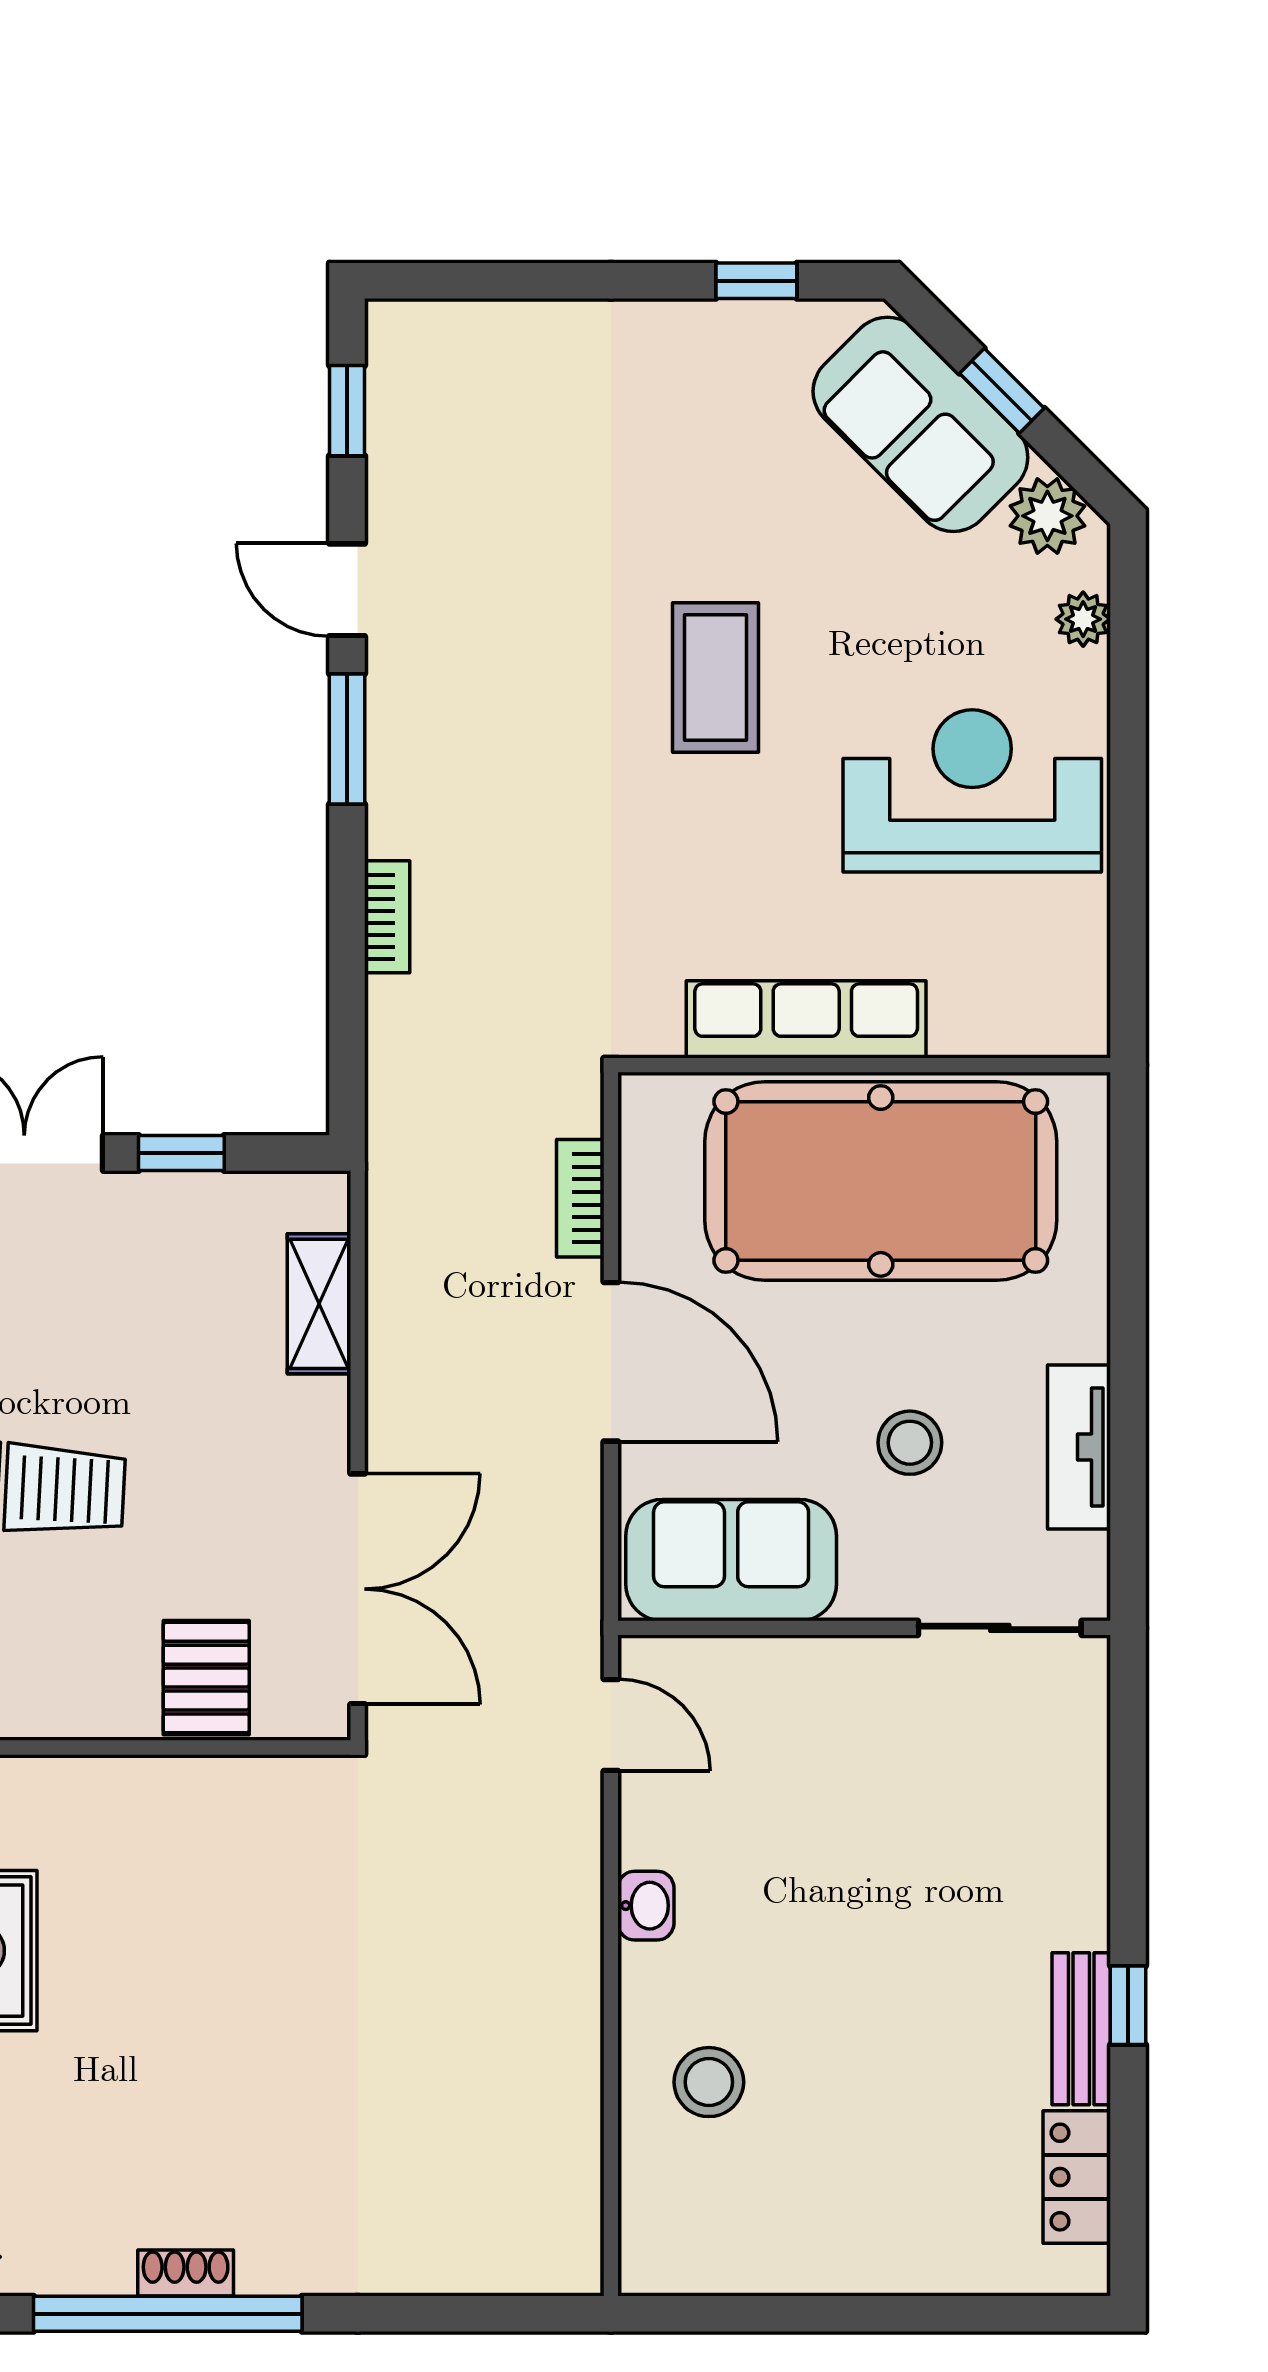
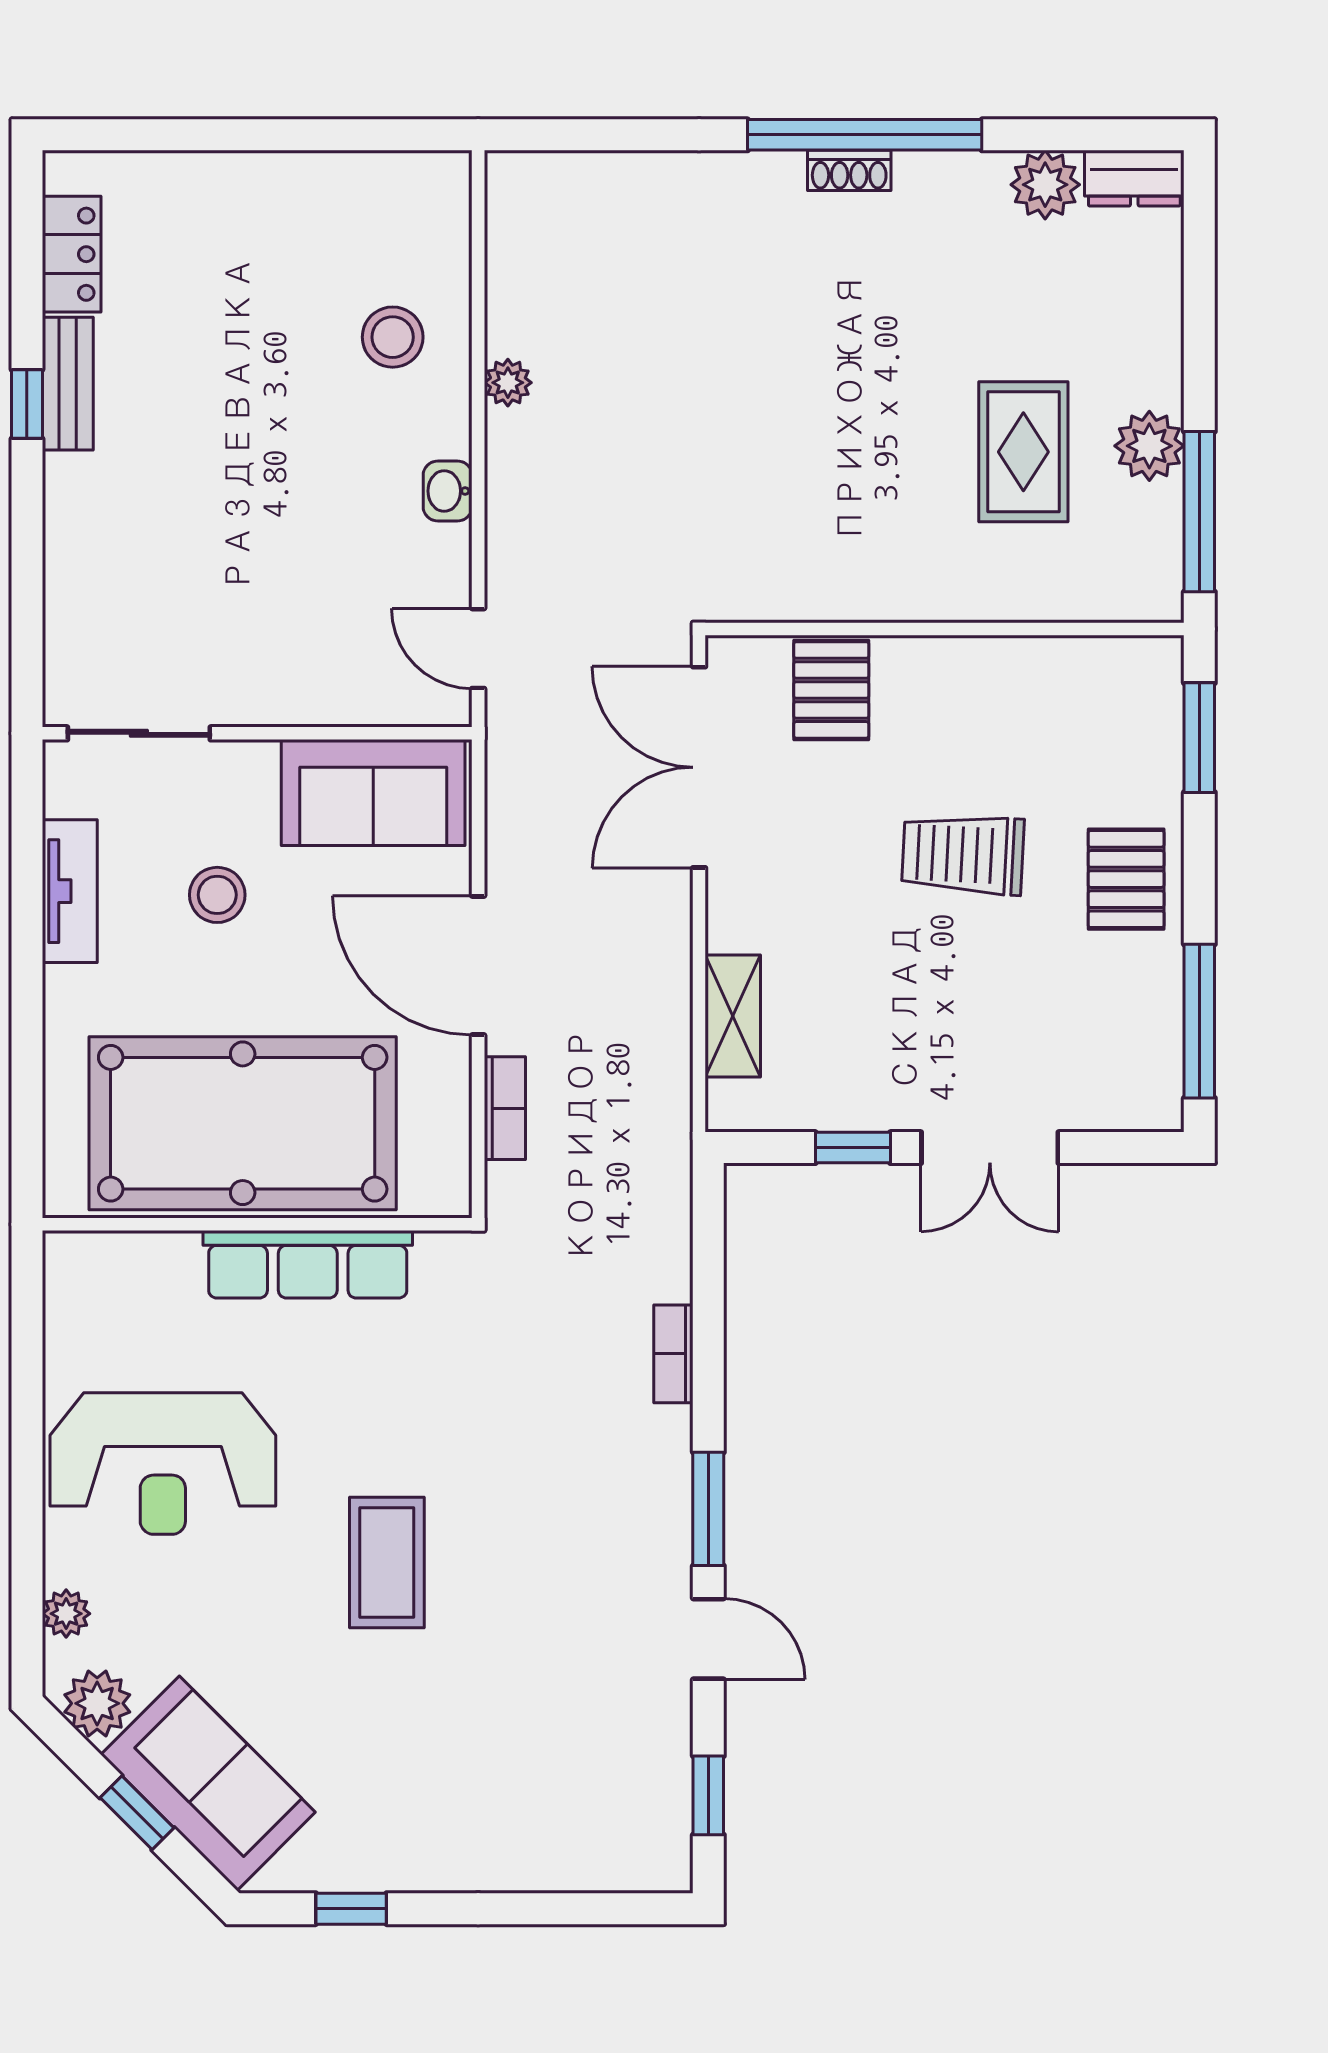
plant: (577, 2030) -> (508, 383), added

